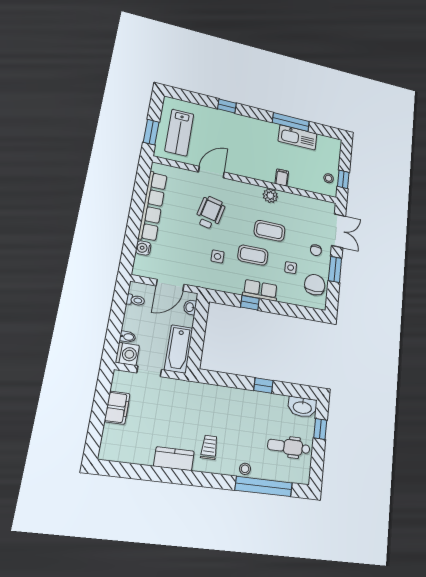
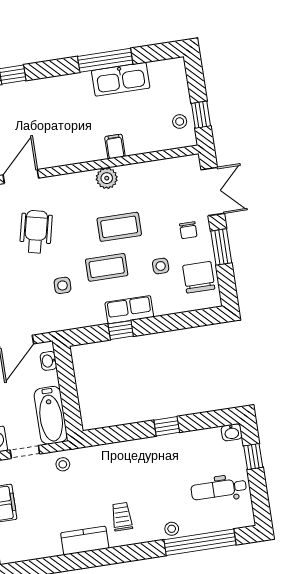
stool: (176, 391) -> (63, 464), added
washbasin: (302, 407) -> (232, 432), width x0.52, depth x0.69

